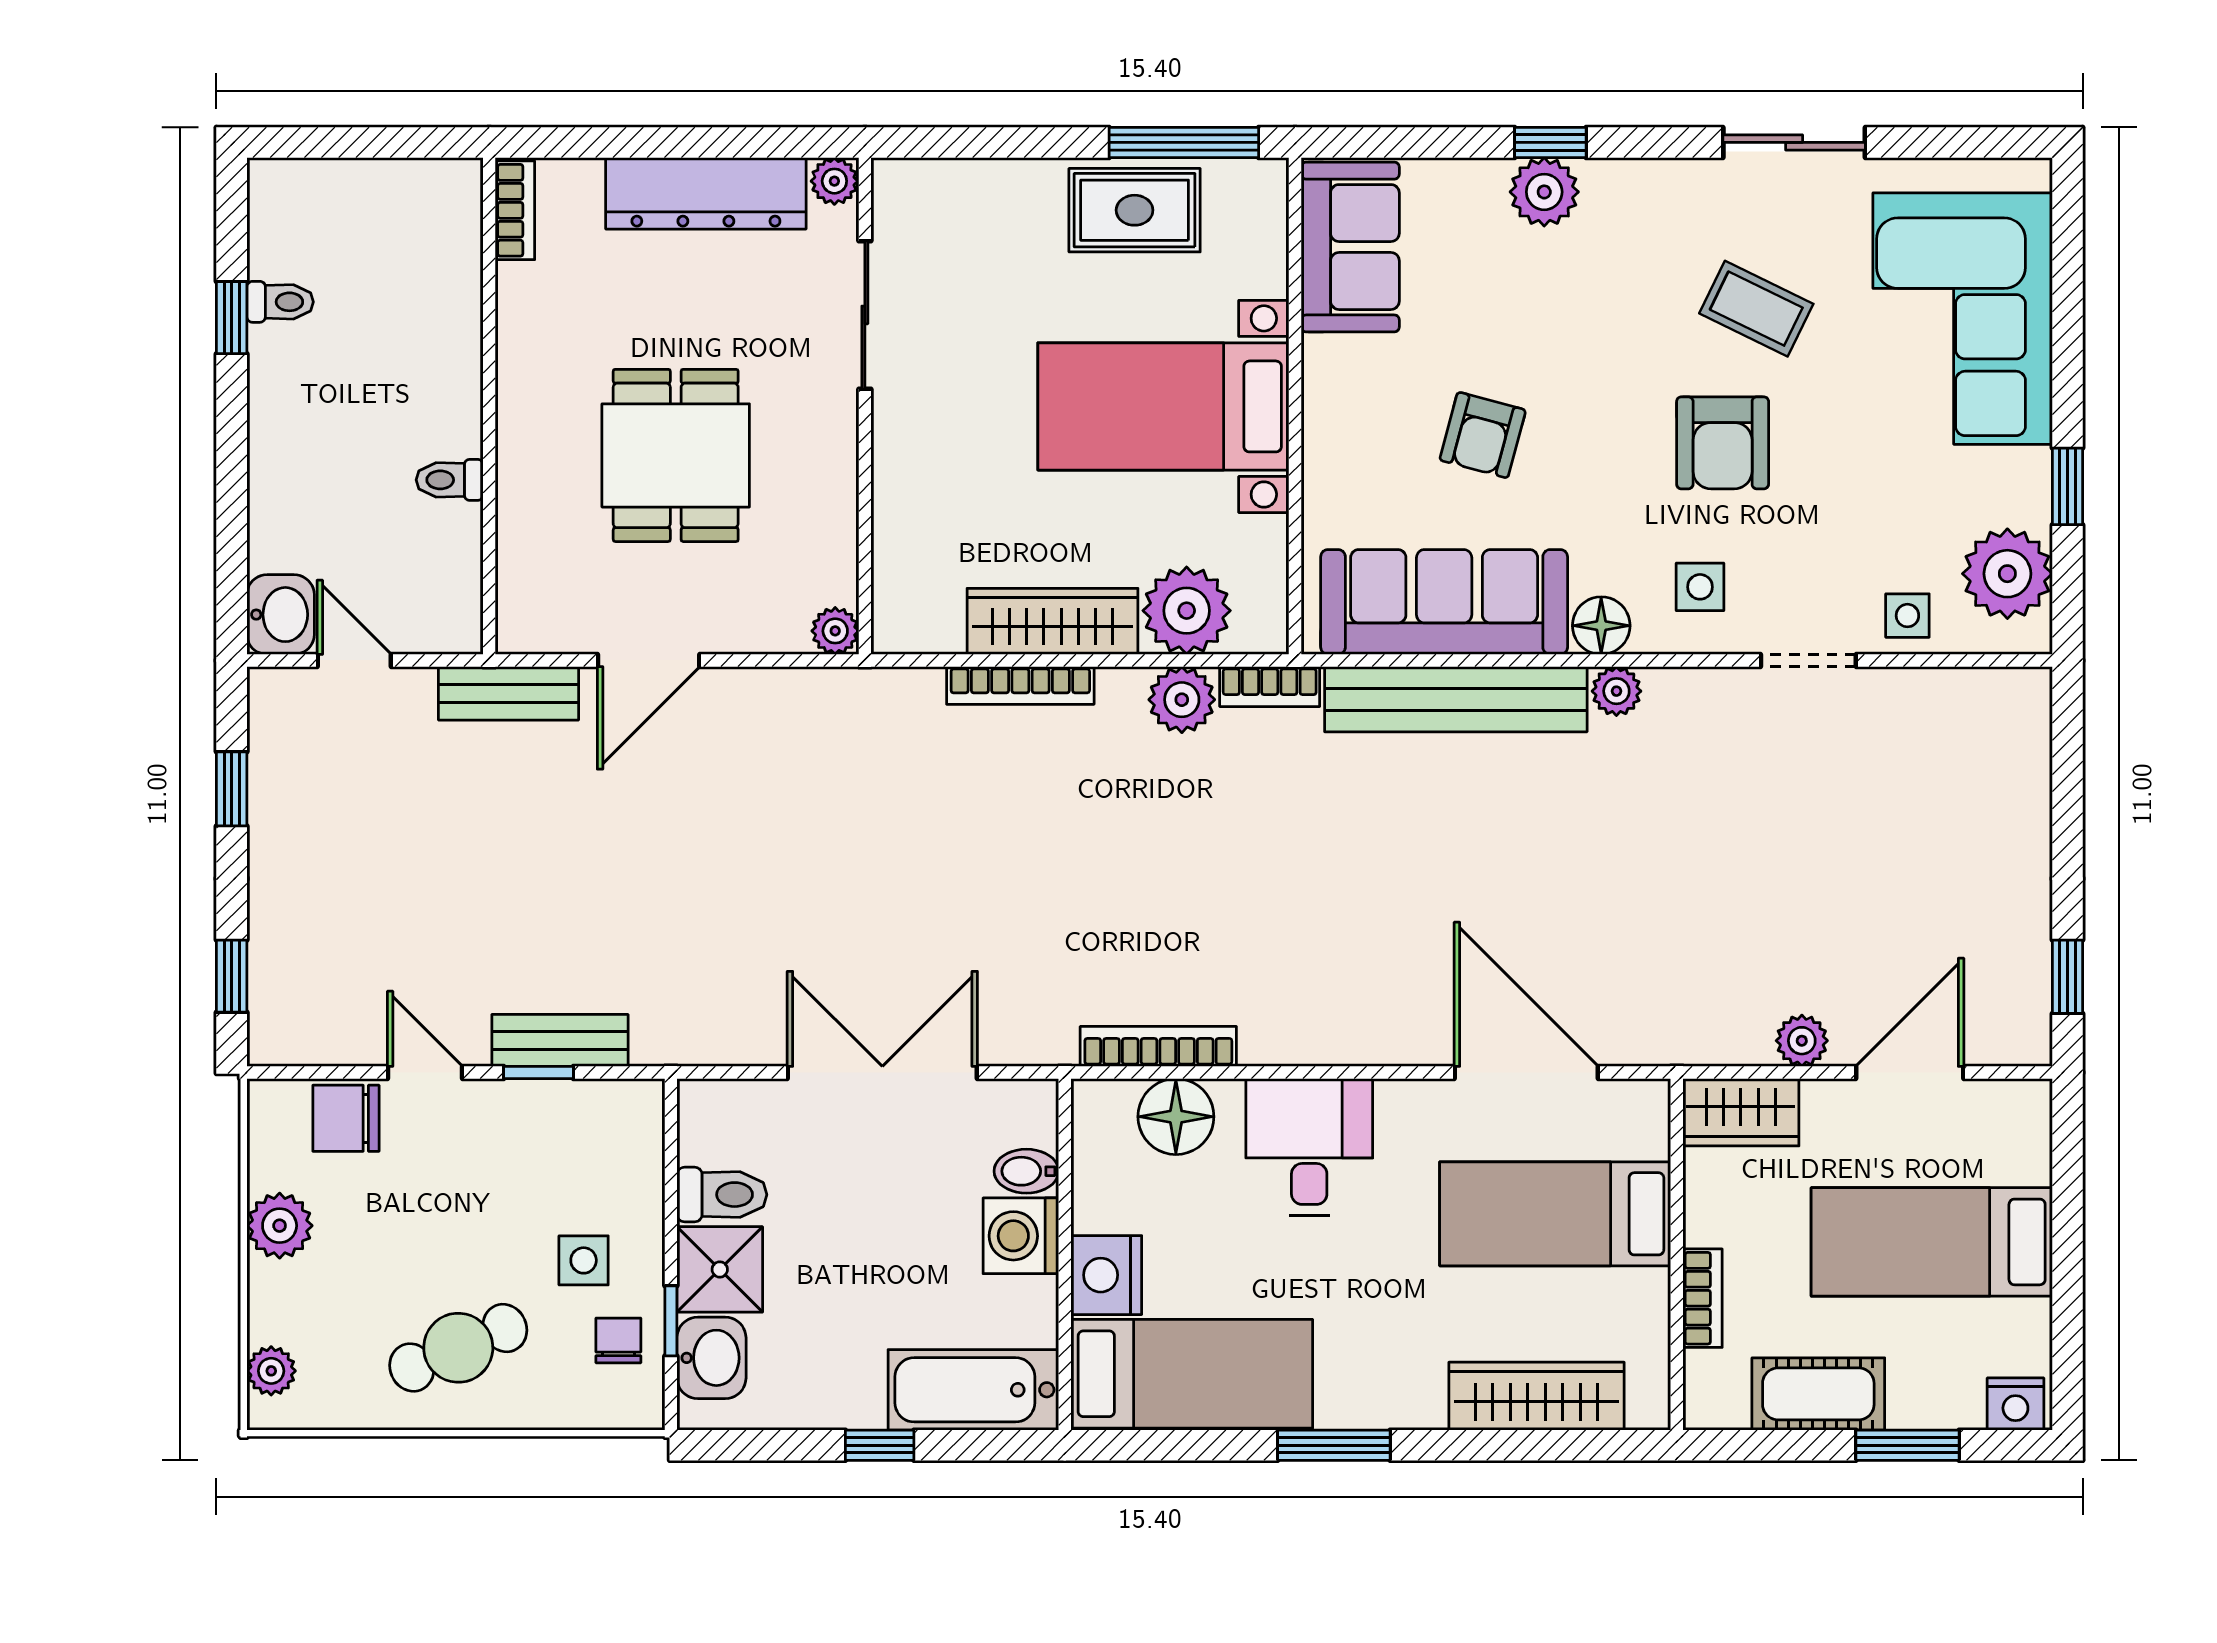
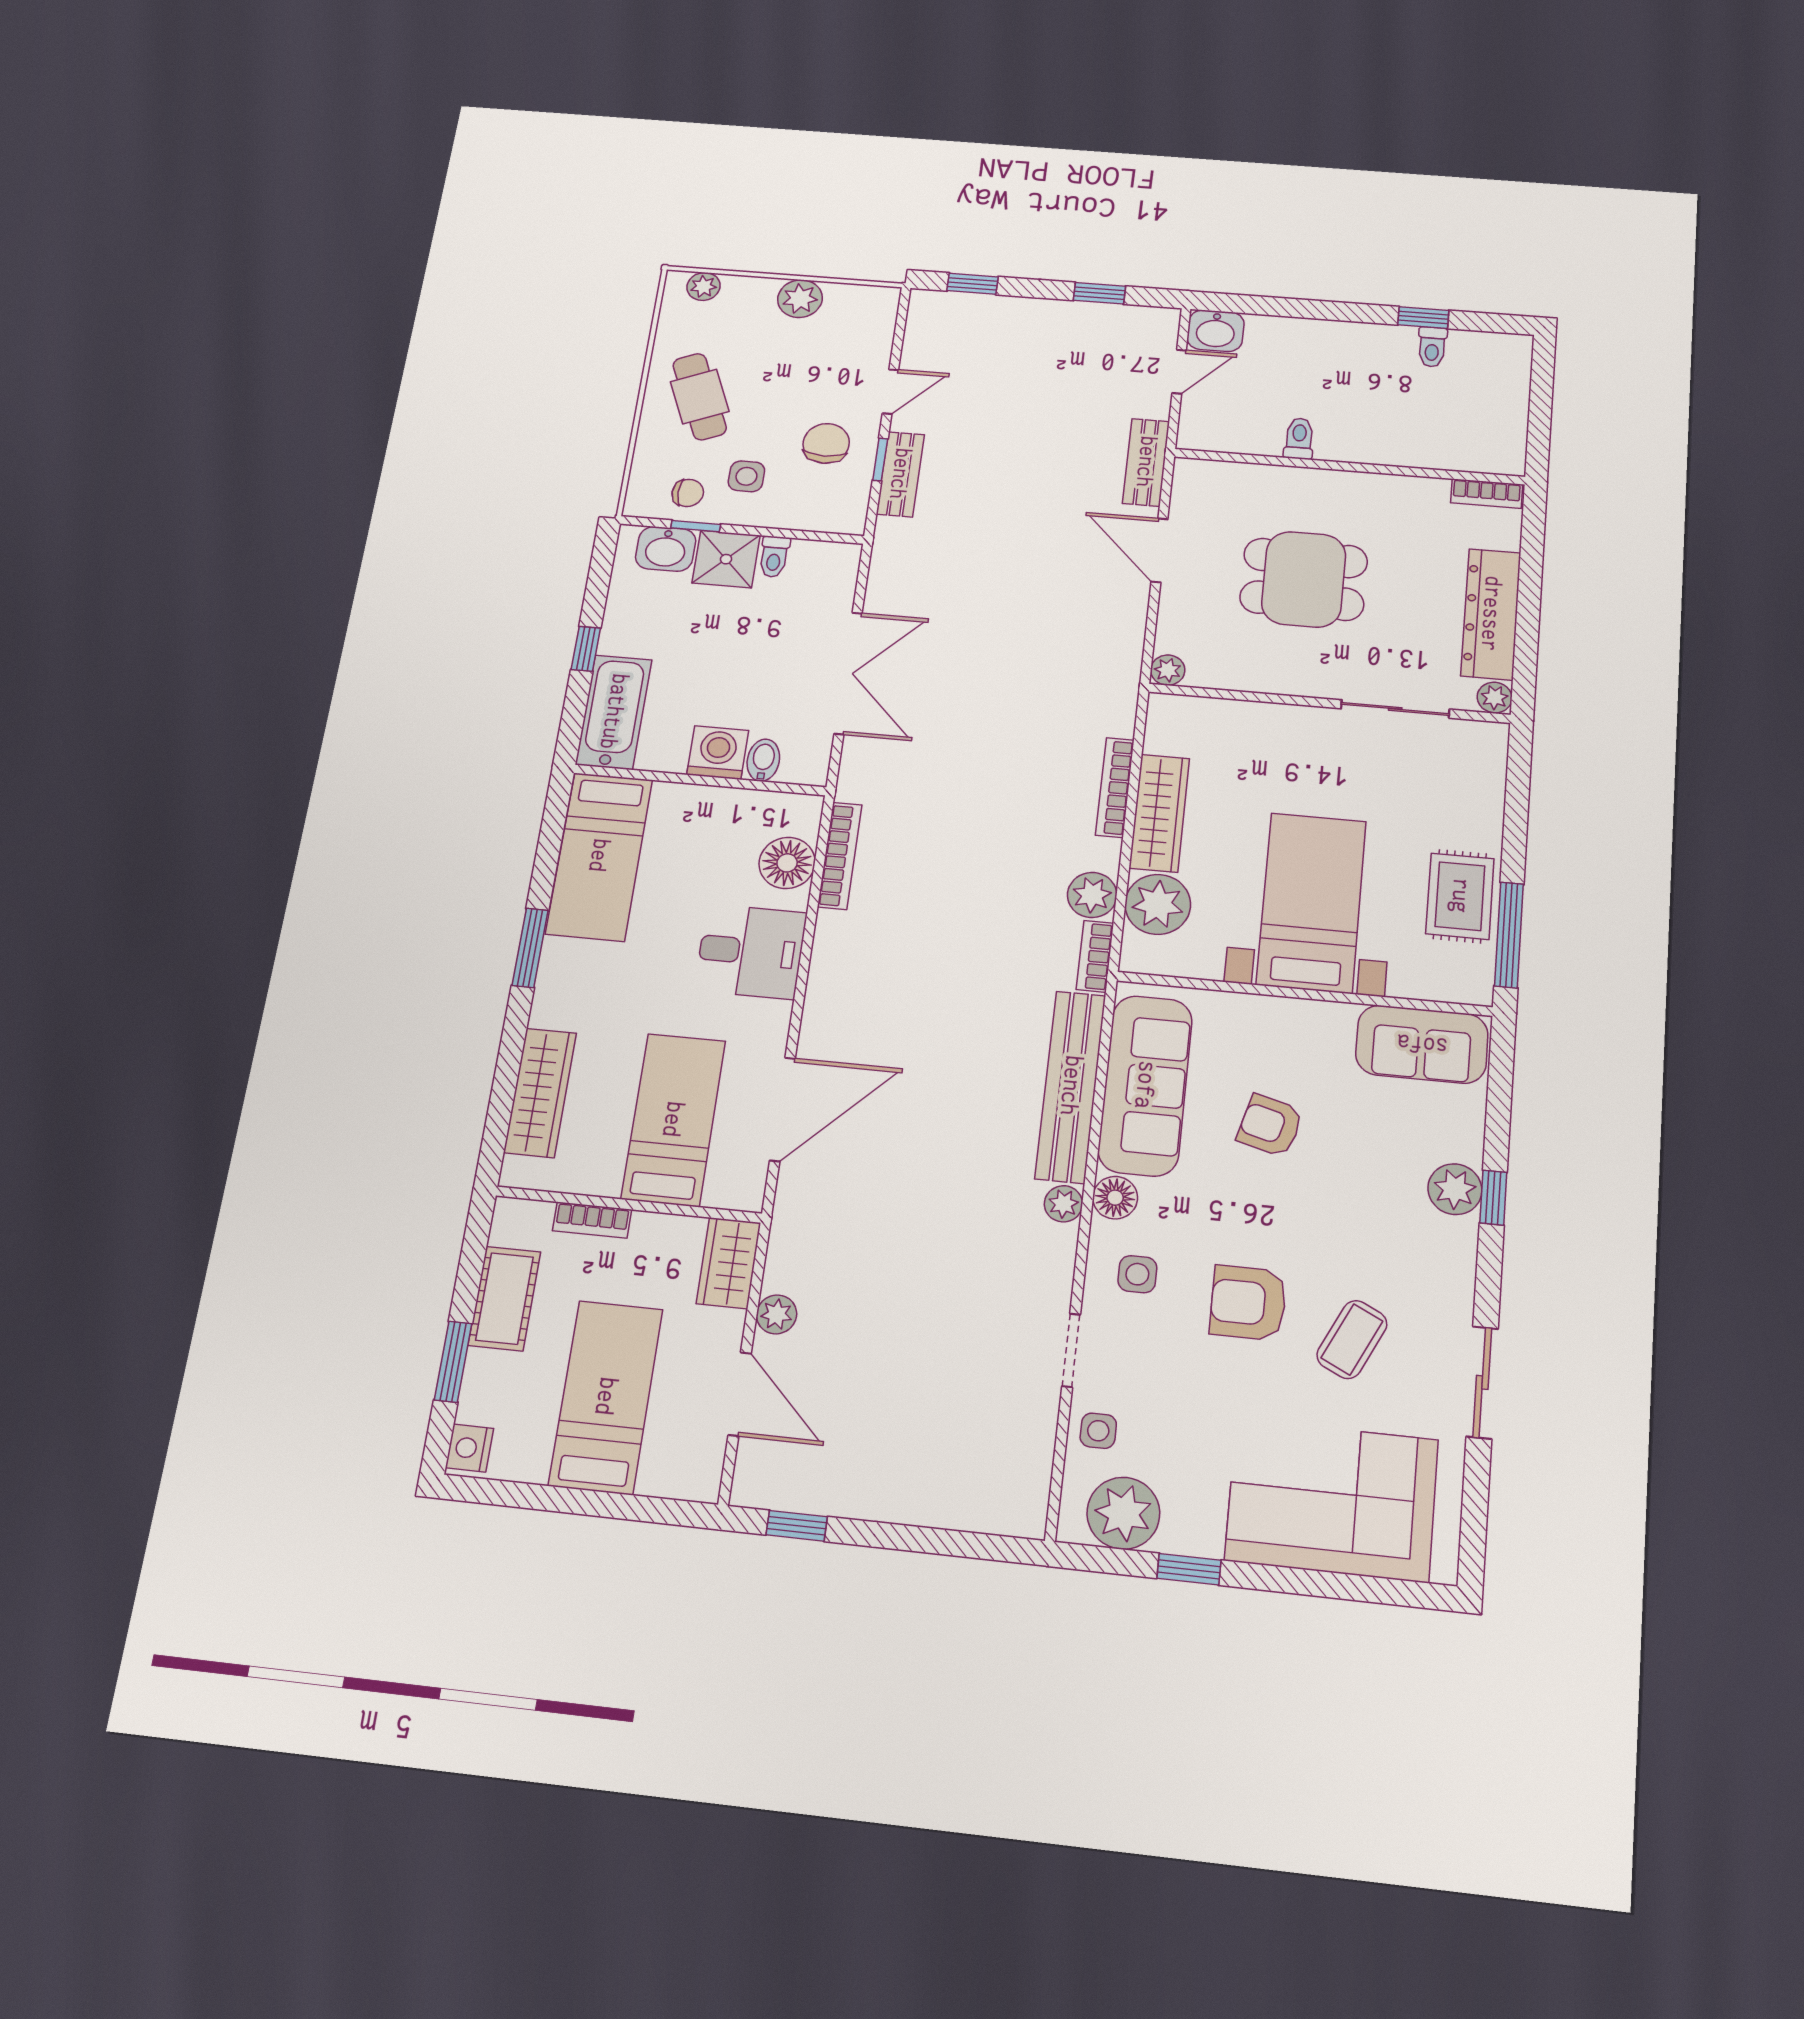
chair: (346, 1118) -> (826, 443), moved
toilet: (722, 1195) -> (774, 557), width x0.73, depth x0.72
nightstand: (1106, 1275) -> (680, 806), removed

